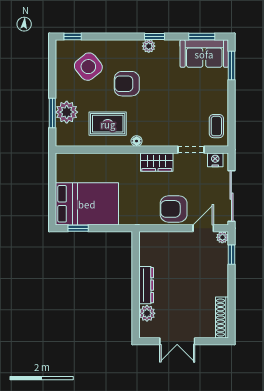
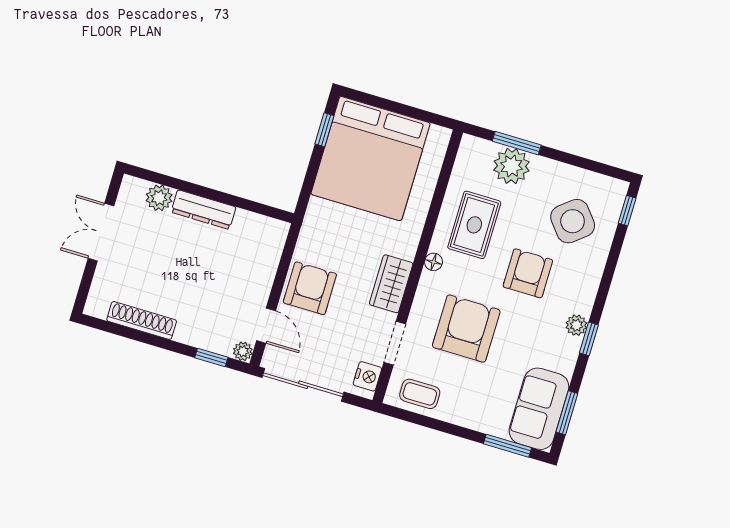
armchair: (170, 110) -> (466, 329), added
bed: (87, 204) -> (371, 159), width x1.36
shoe rack: (222, 318) -> (142, 320), moved

